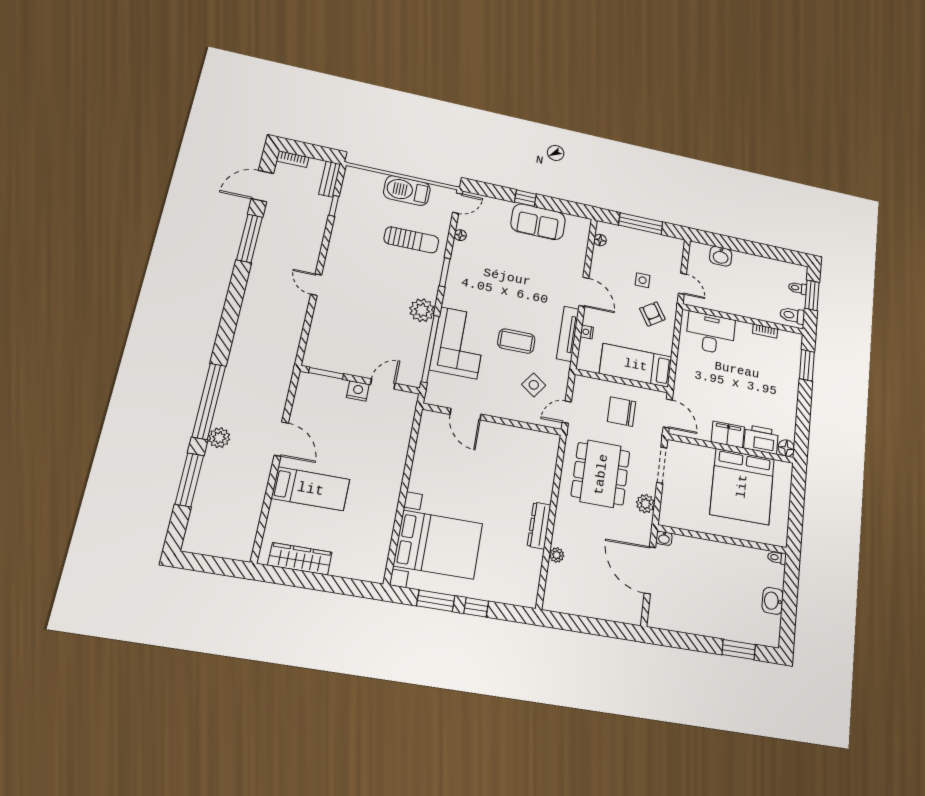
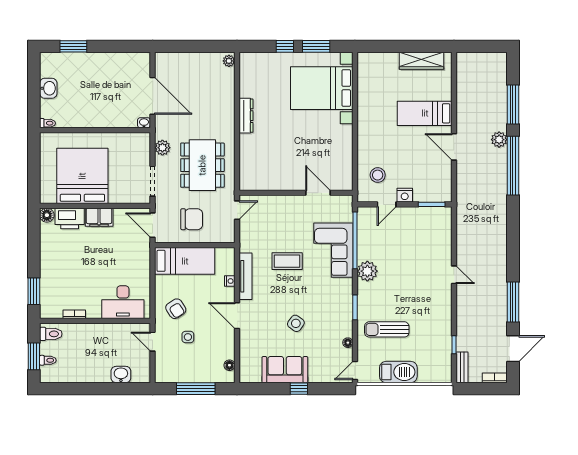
side table: (534, 385) -> (296, 323), moved
stool: (387, 422) -> (378, 175), added
plant: (557, 555) -> (229, 61), moved

